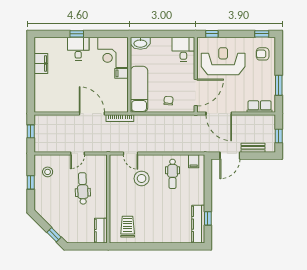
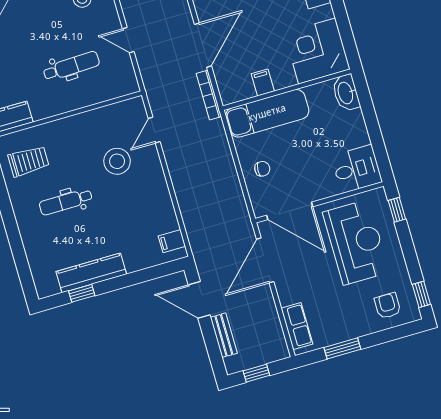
filing cabinet: (122, 73) -> (263, 82), moved
dental chair: (173, 174) -> (66, 202), moved
kitchen counter: (198, 224) -> (91, 273), moved

